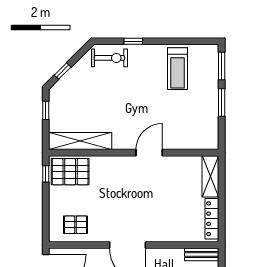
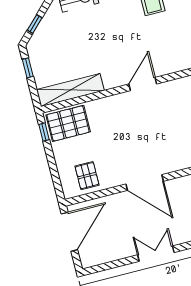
pallet: (75, 225) -> (87, 176), turned 90

